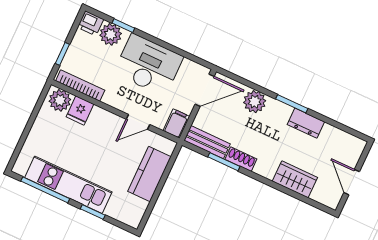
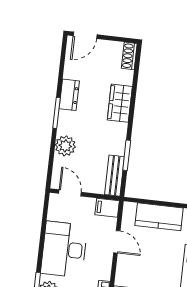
door: (205, 90) -> (70, 193), width x0.73
shoe rack: (241, 159) -> (129, 56), moved
wardrobe: (295, 179) -> (120, 103), moved
door: (352, 182) -> (85, 35), moved

